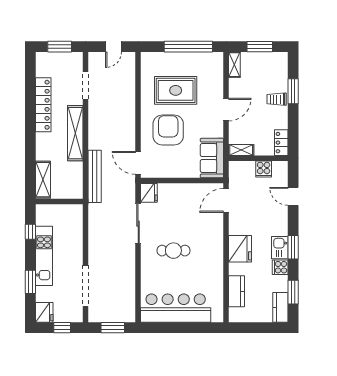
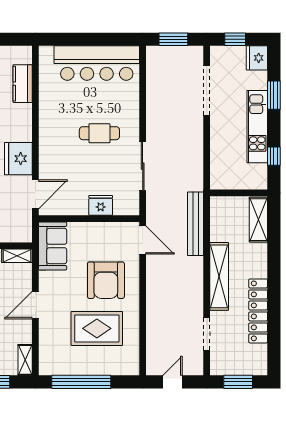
fridge: (149, 193) -> (101, 205), moved, turned 90
fridge: (240, 249) -> (18, 159), moved

